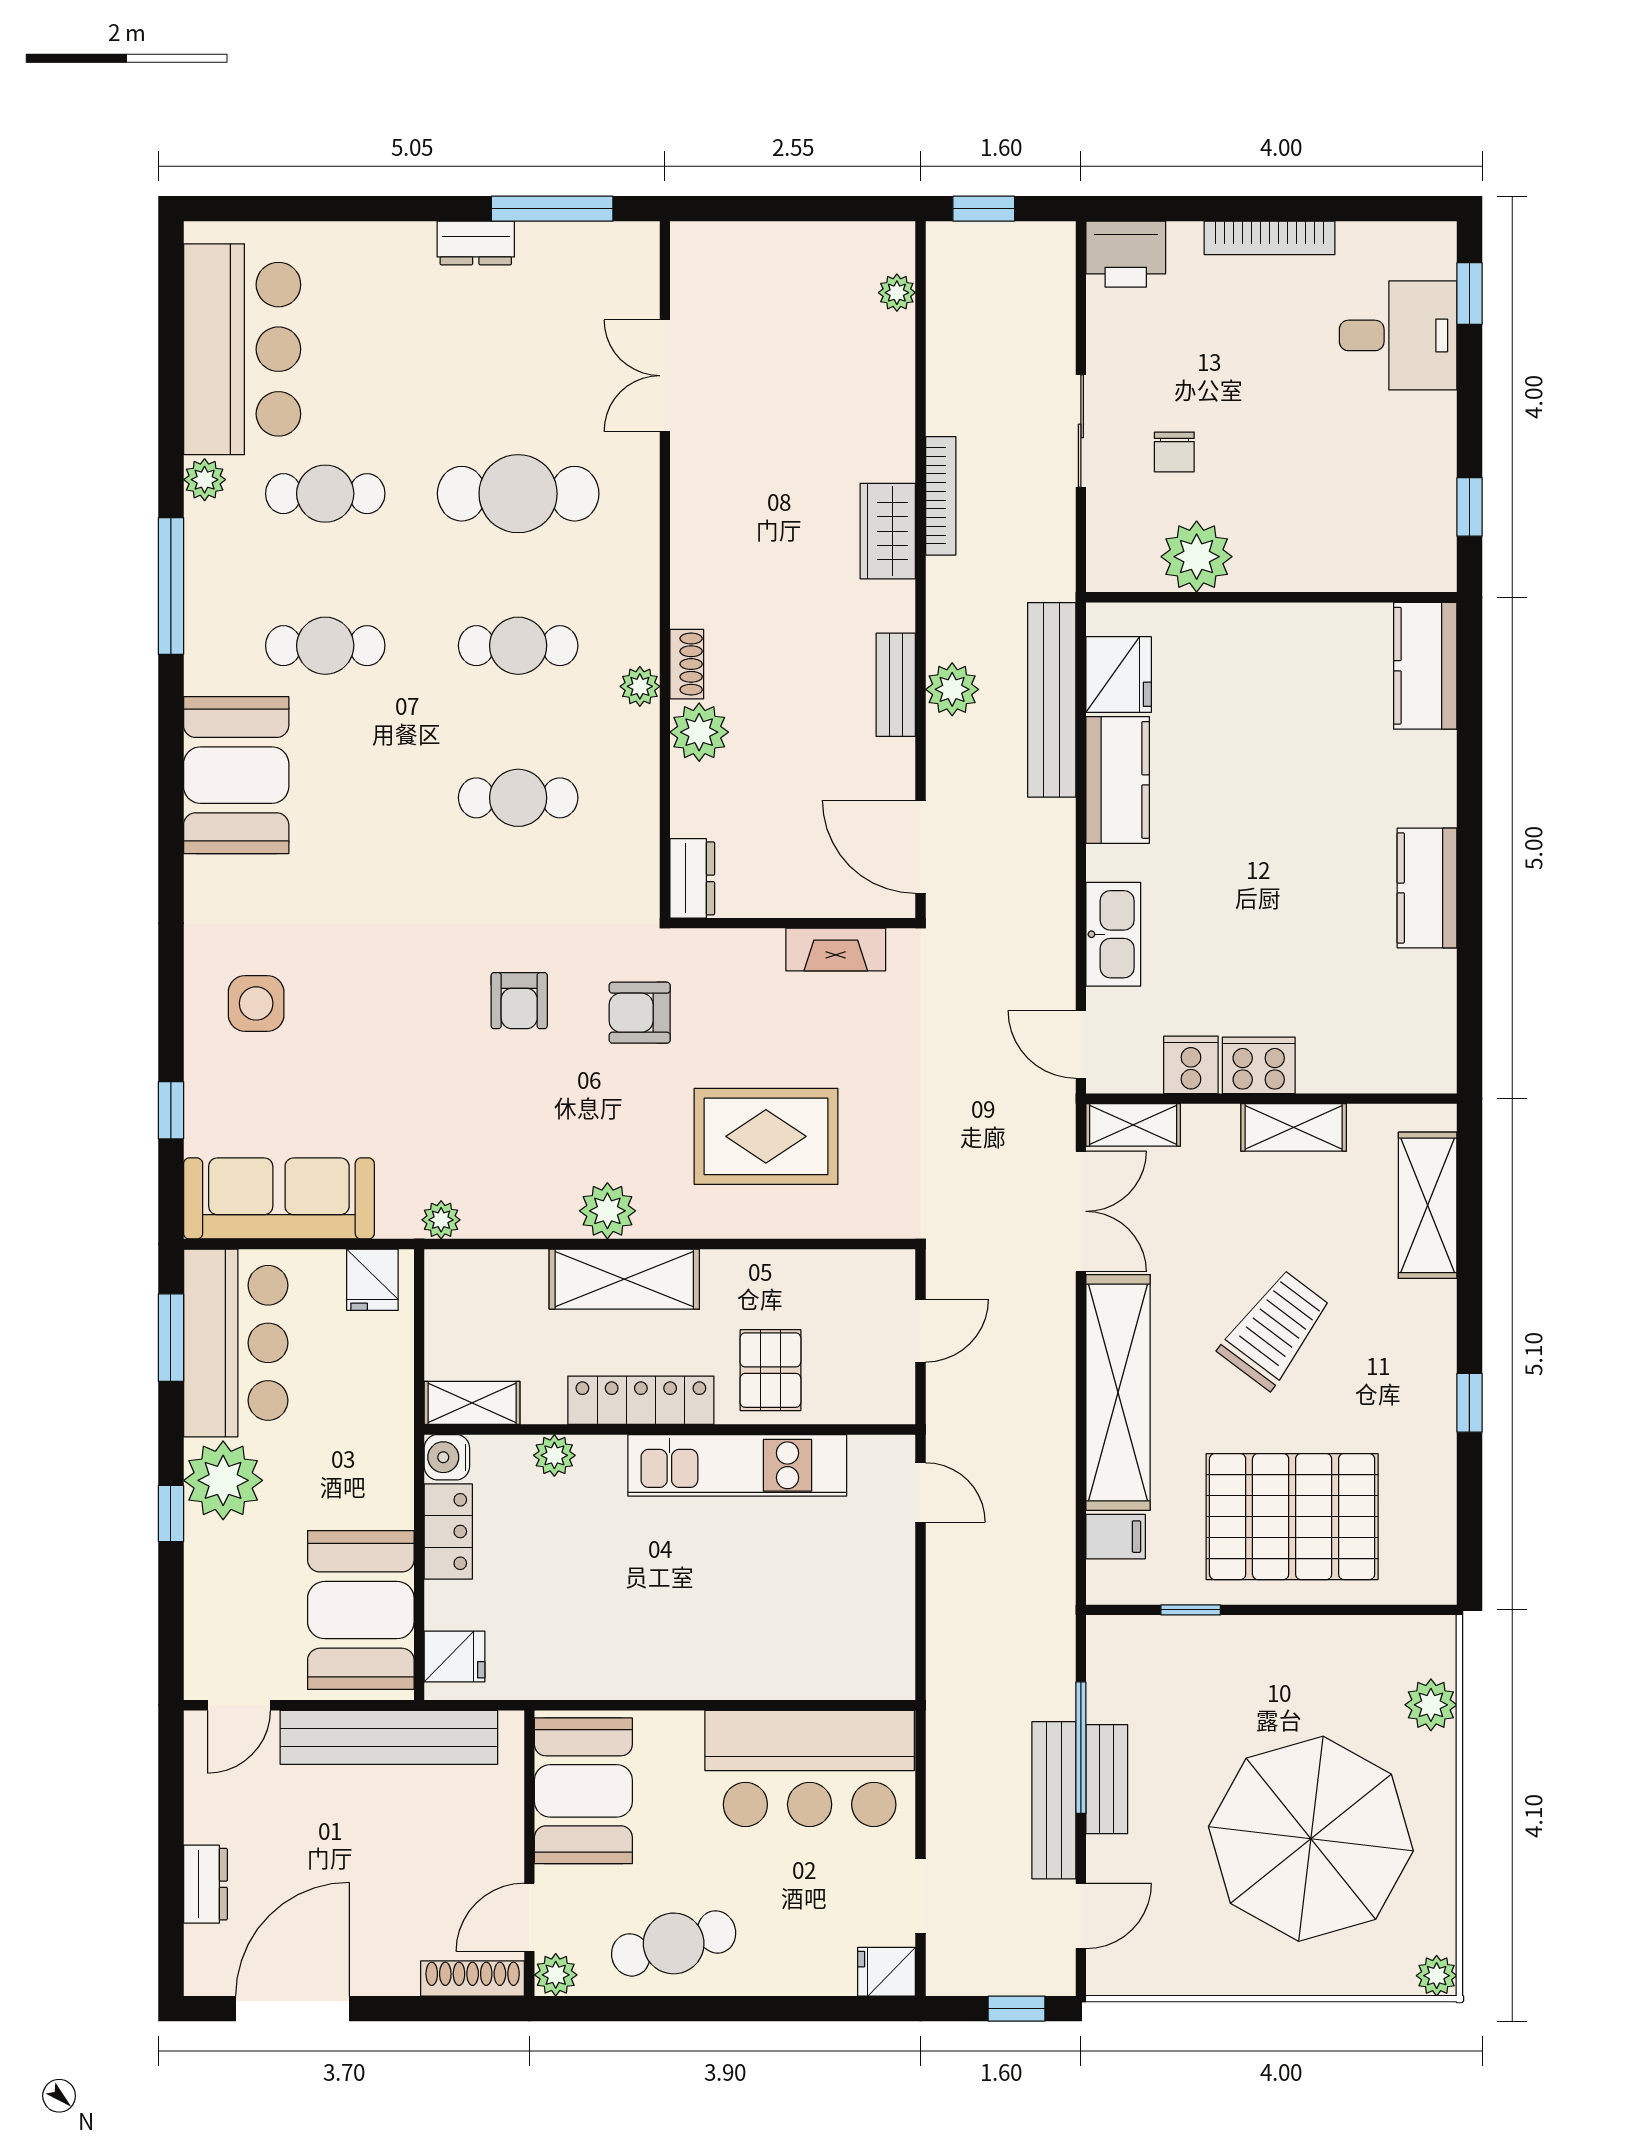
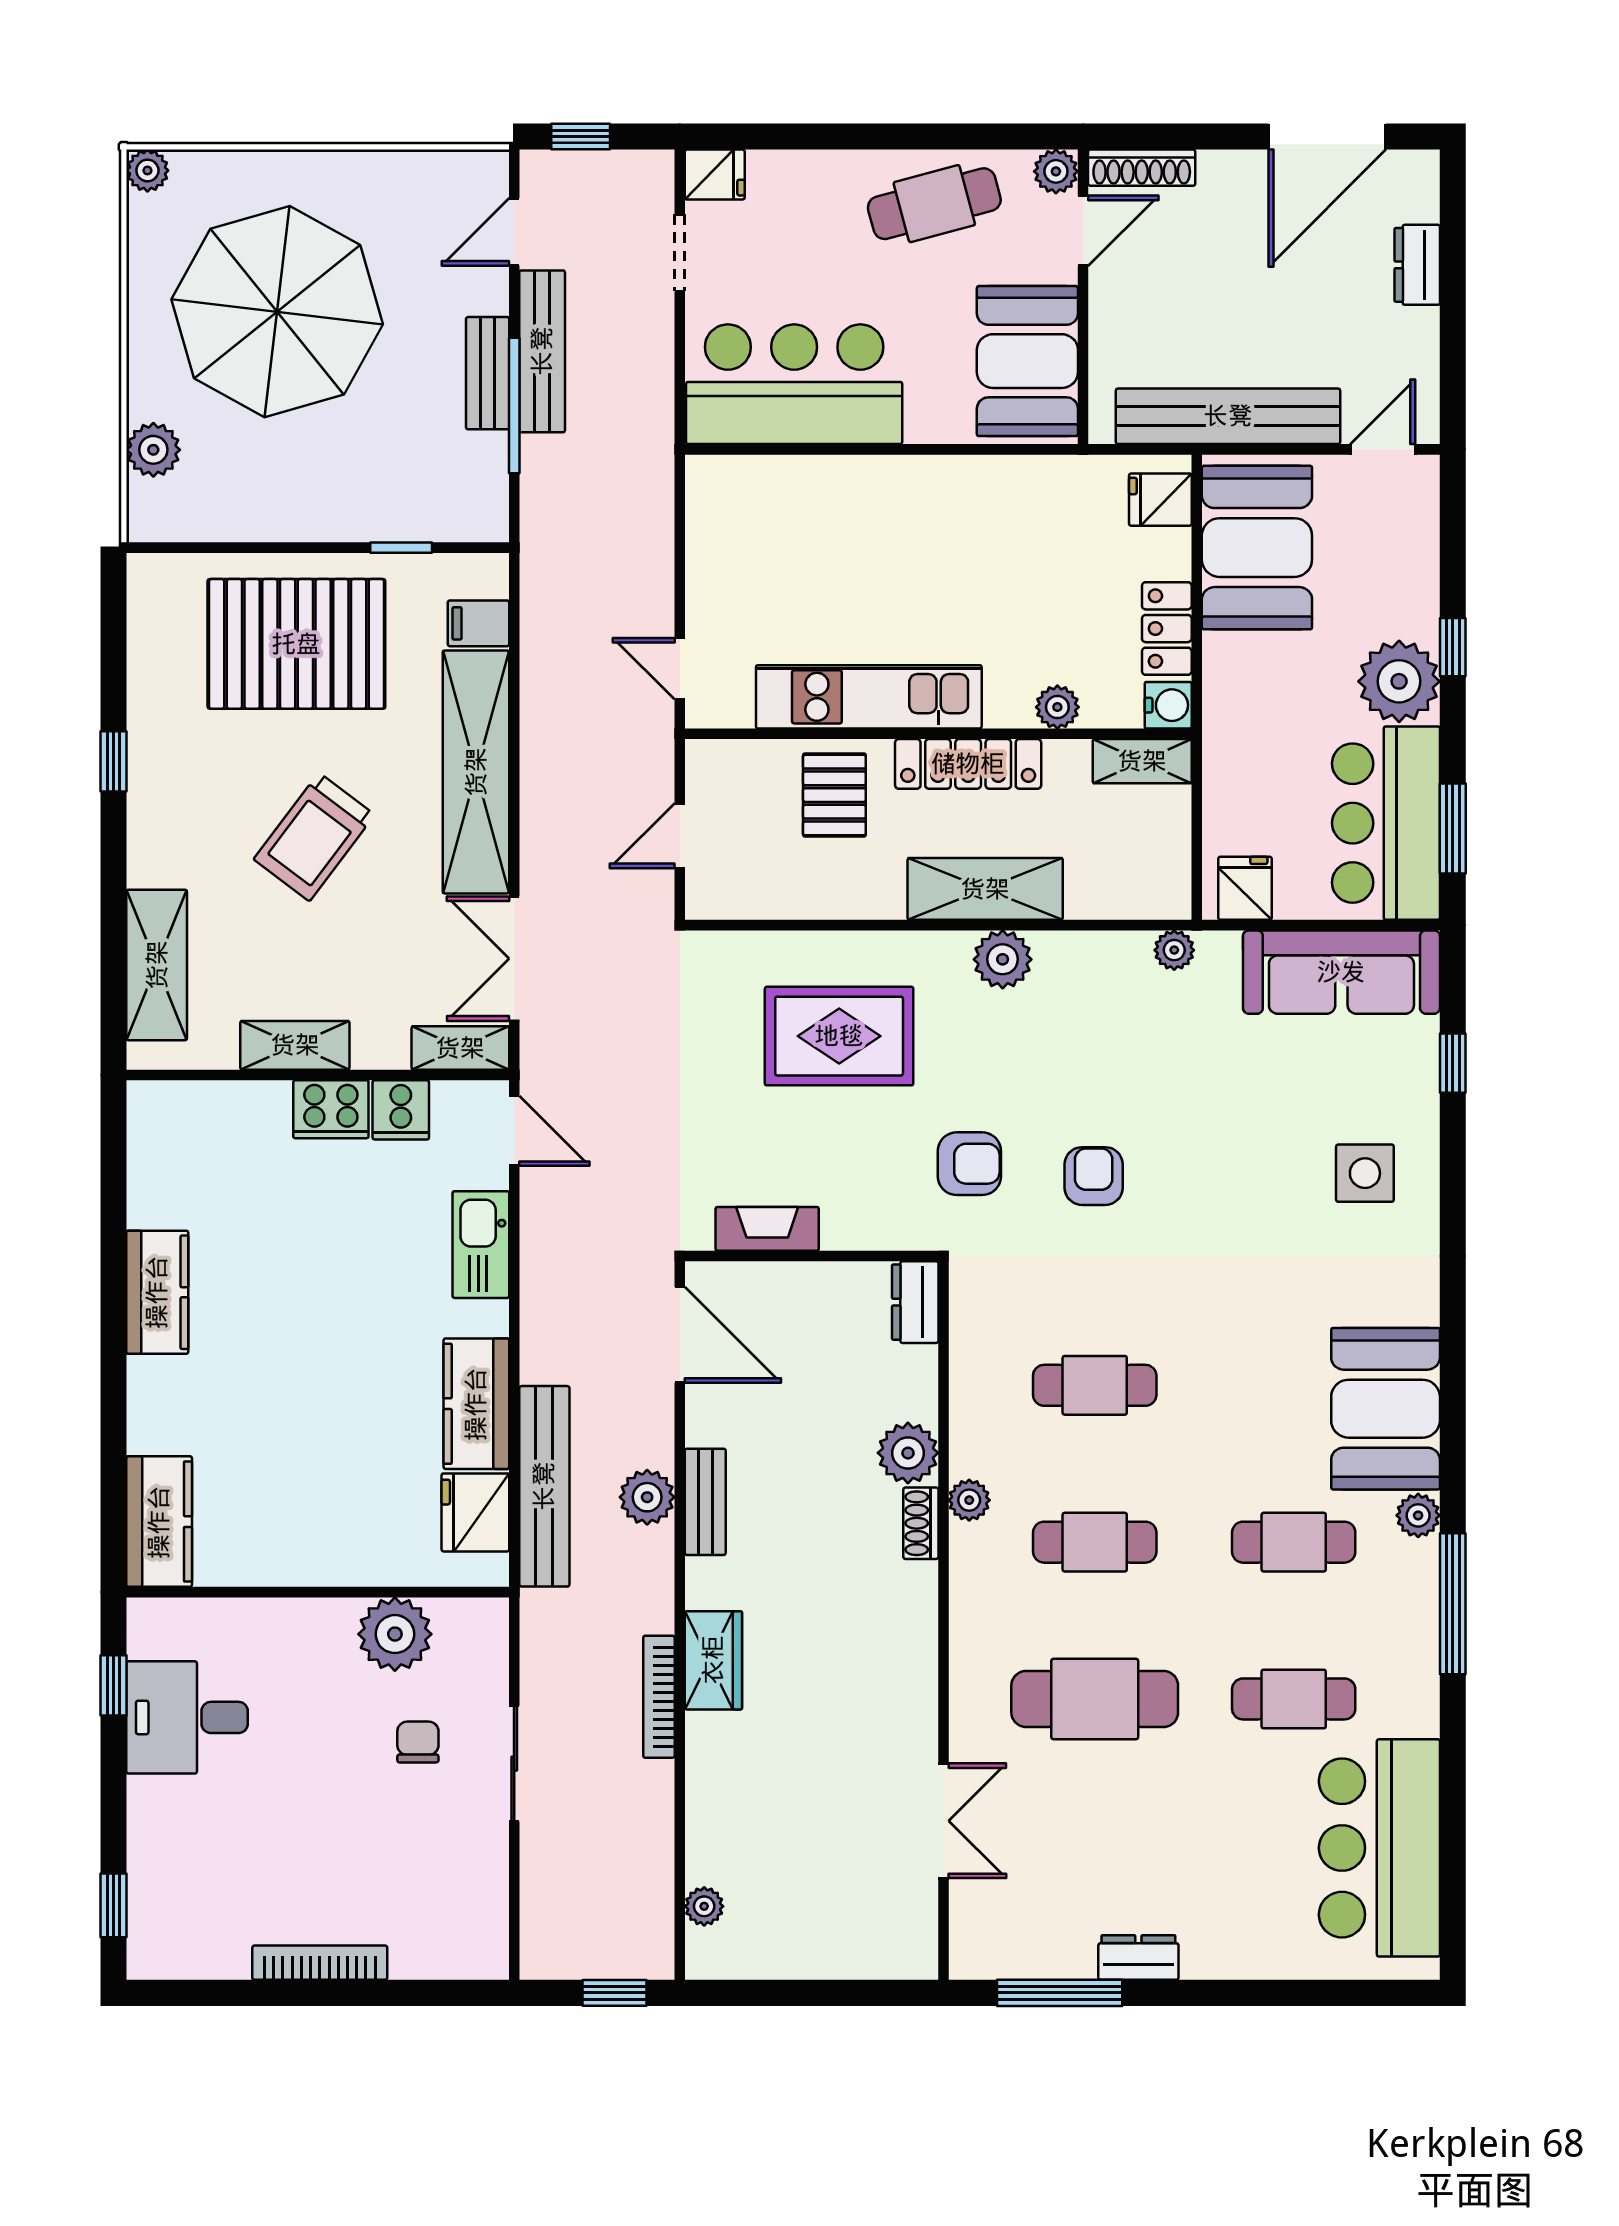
printer: (1126, 254) -> (468, 1946), removed
desk: (1398, 335) -> (187, 1717), moved
plant: (205, 480) -> (1418, 1515), moved

